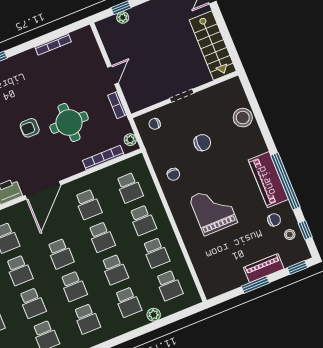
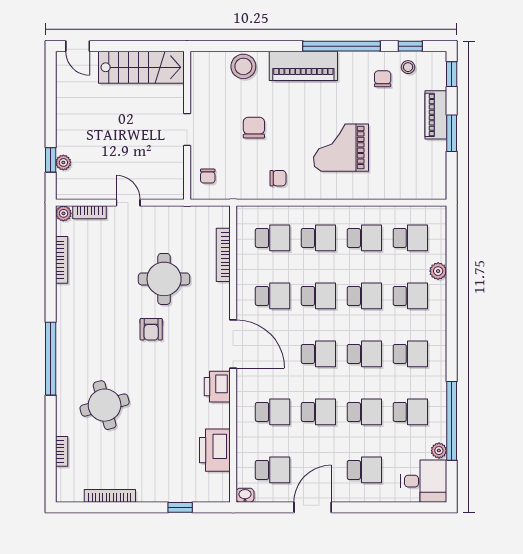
bookcase: (117, 105) -> (90, 212), moved
plant: (130, 140) -> (63, 213), moved
piano: (268, 180) -> (303, 66), moved

